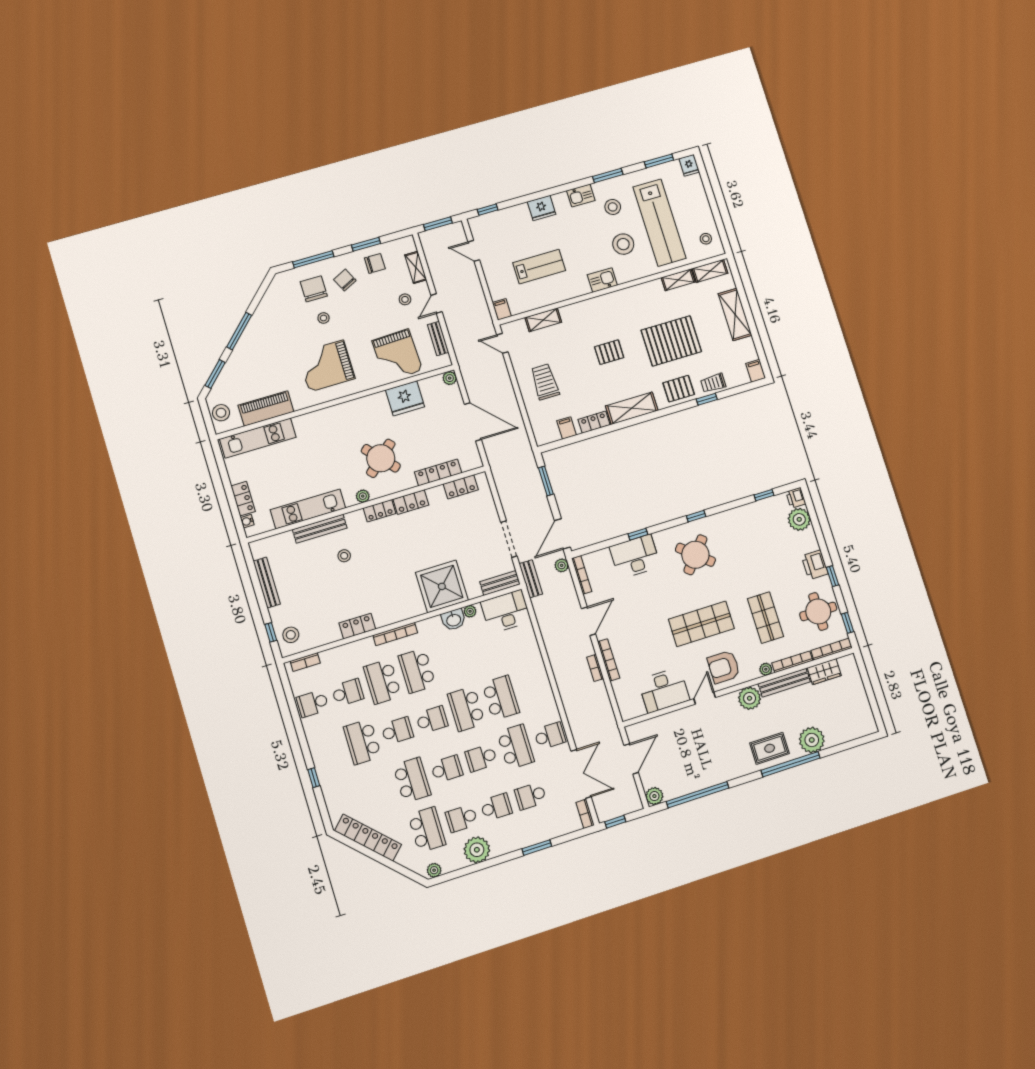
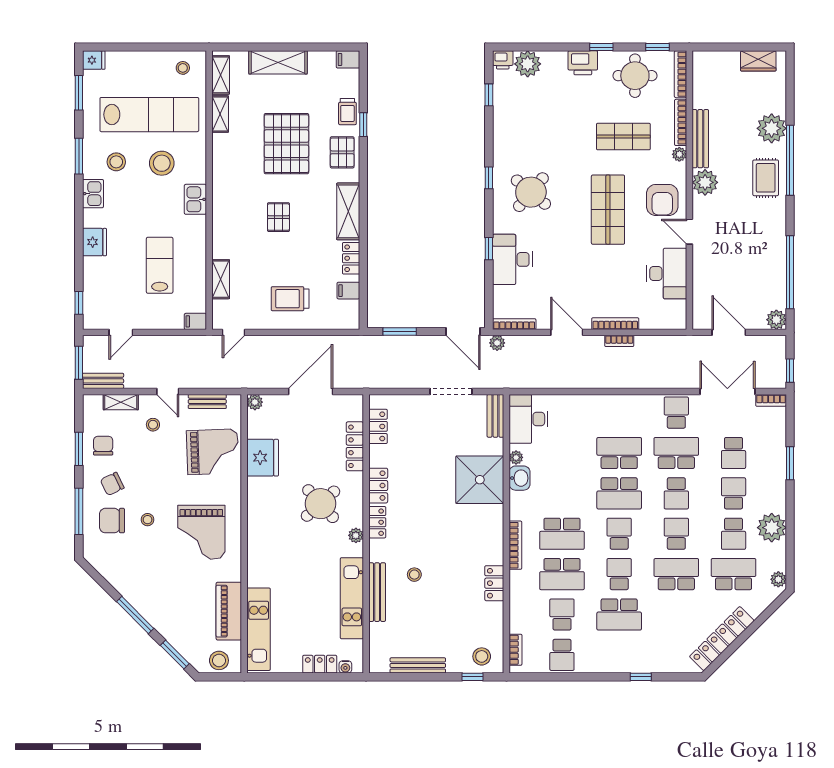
bench: (531, 579) -> (103, 381), moved
wardrobe: (824, 672) -> (758, 61), moved, turned 90

